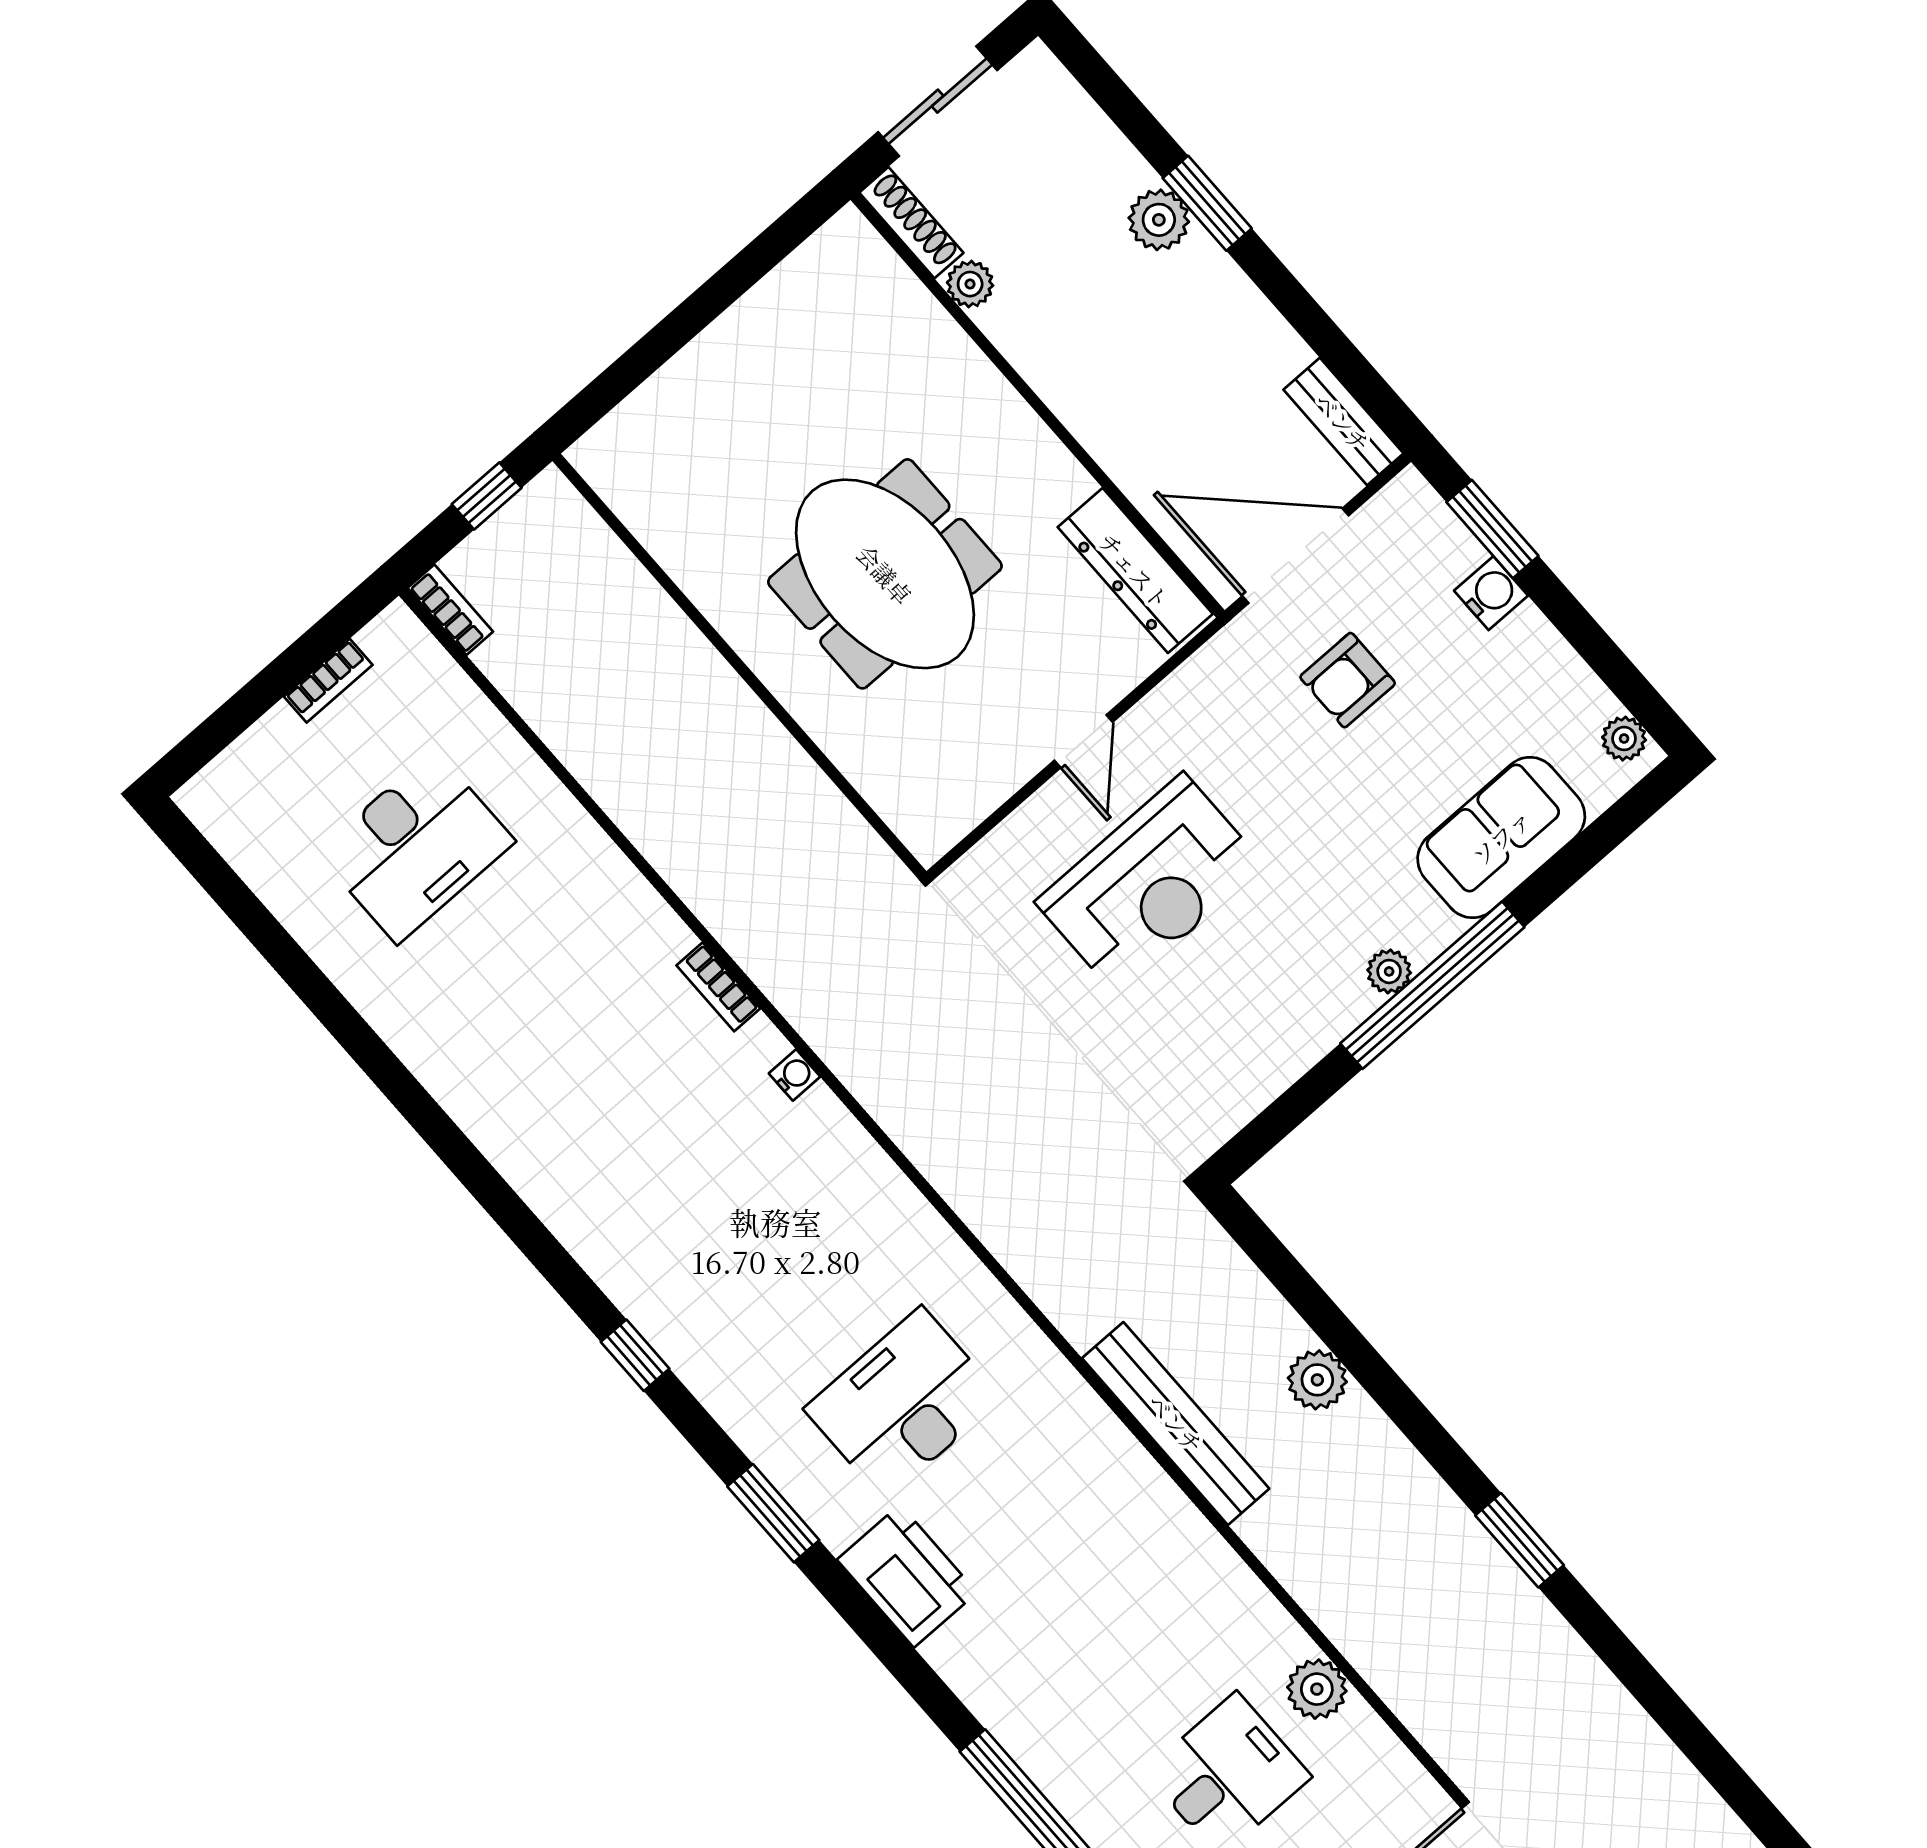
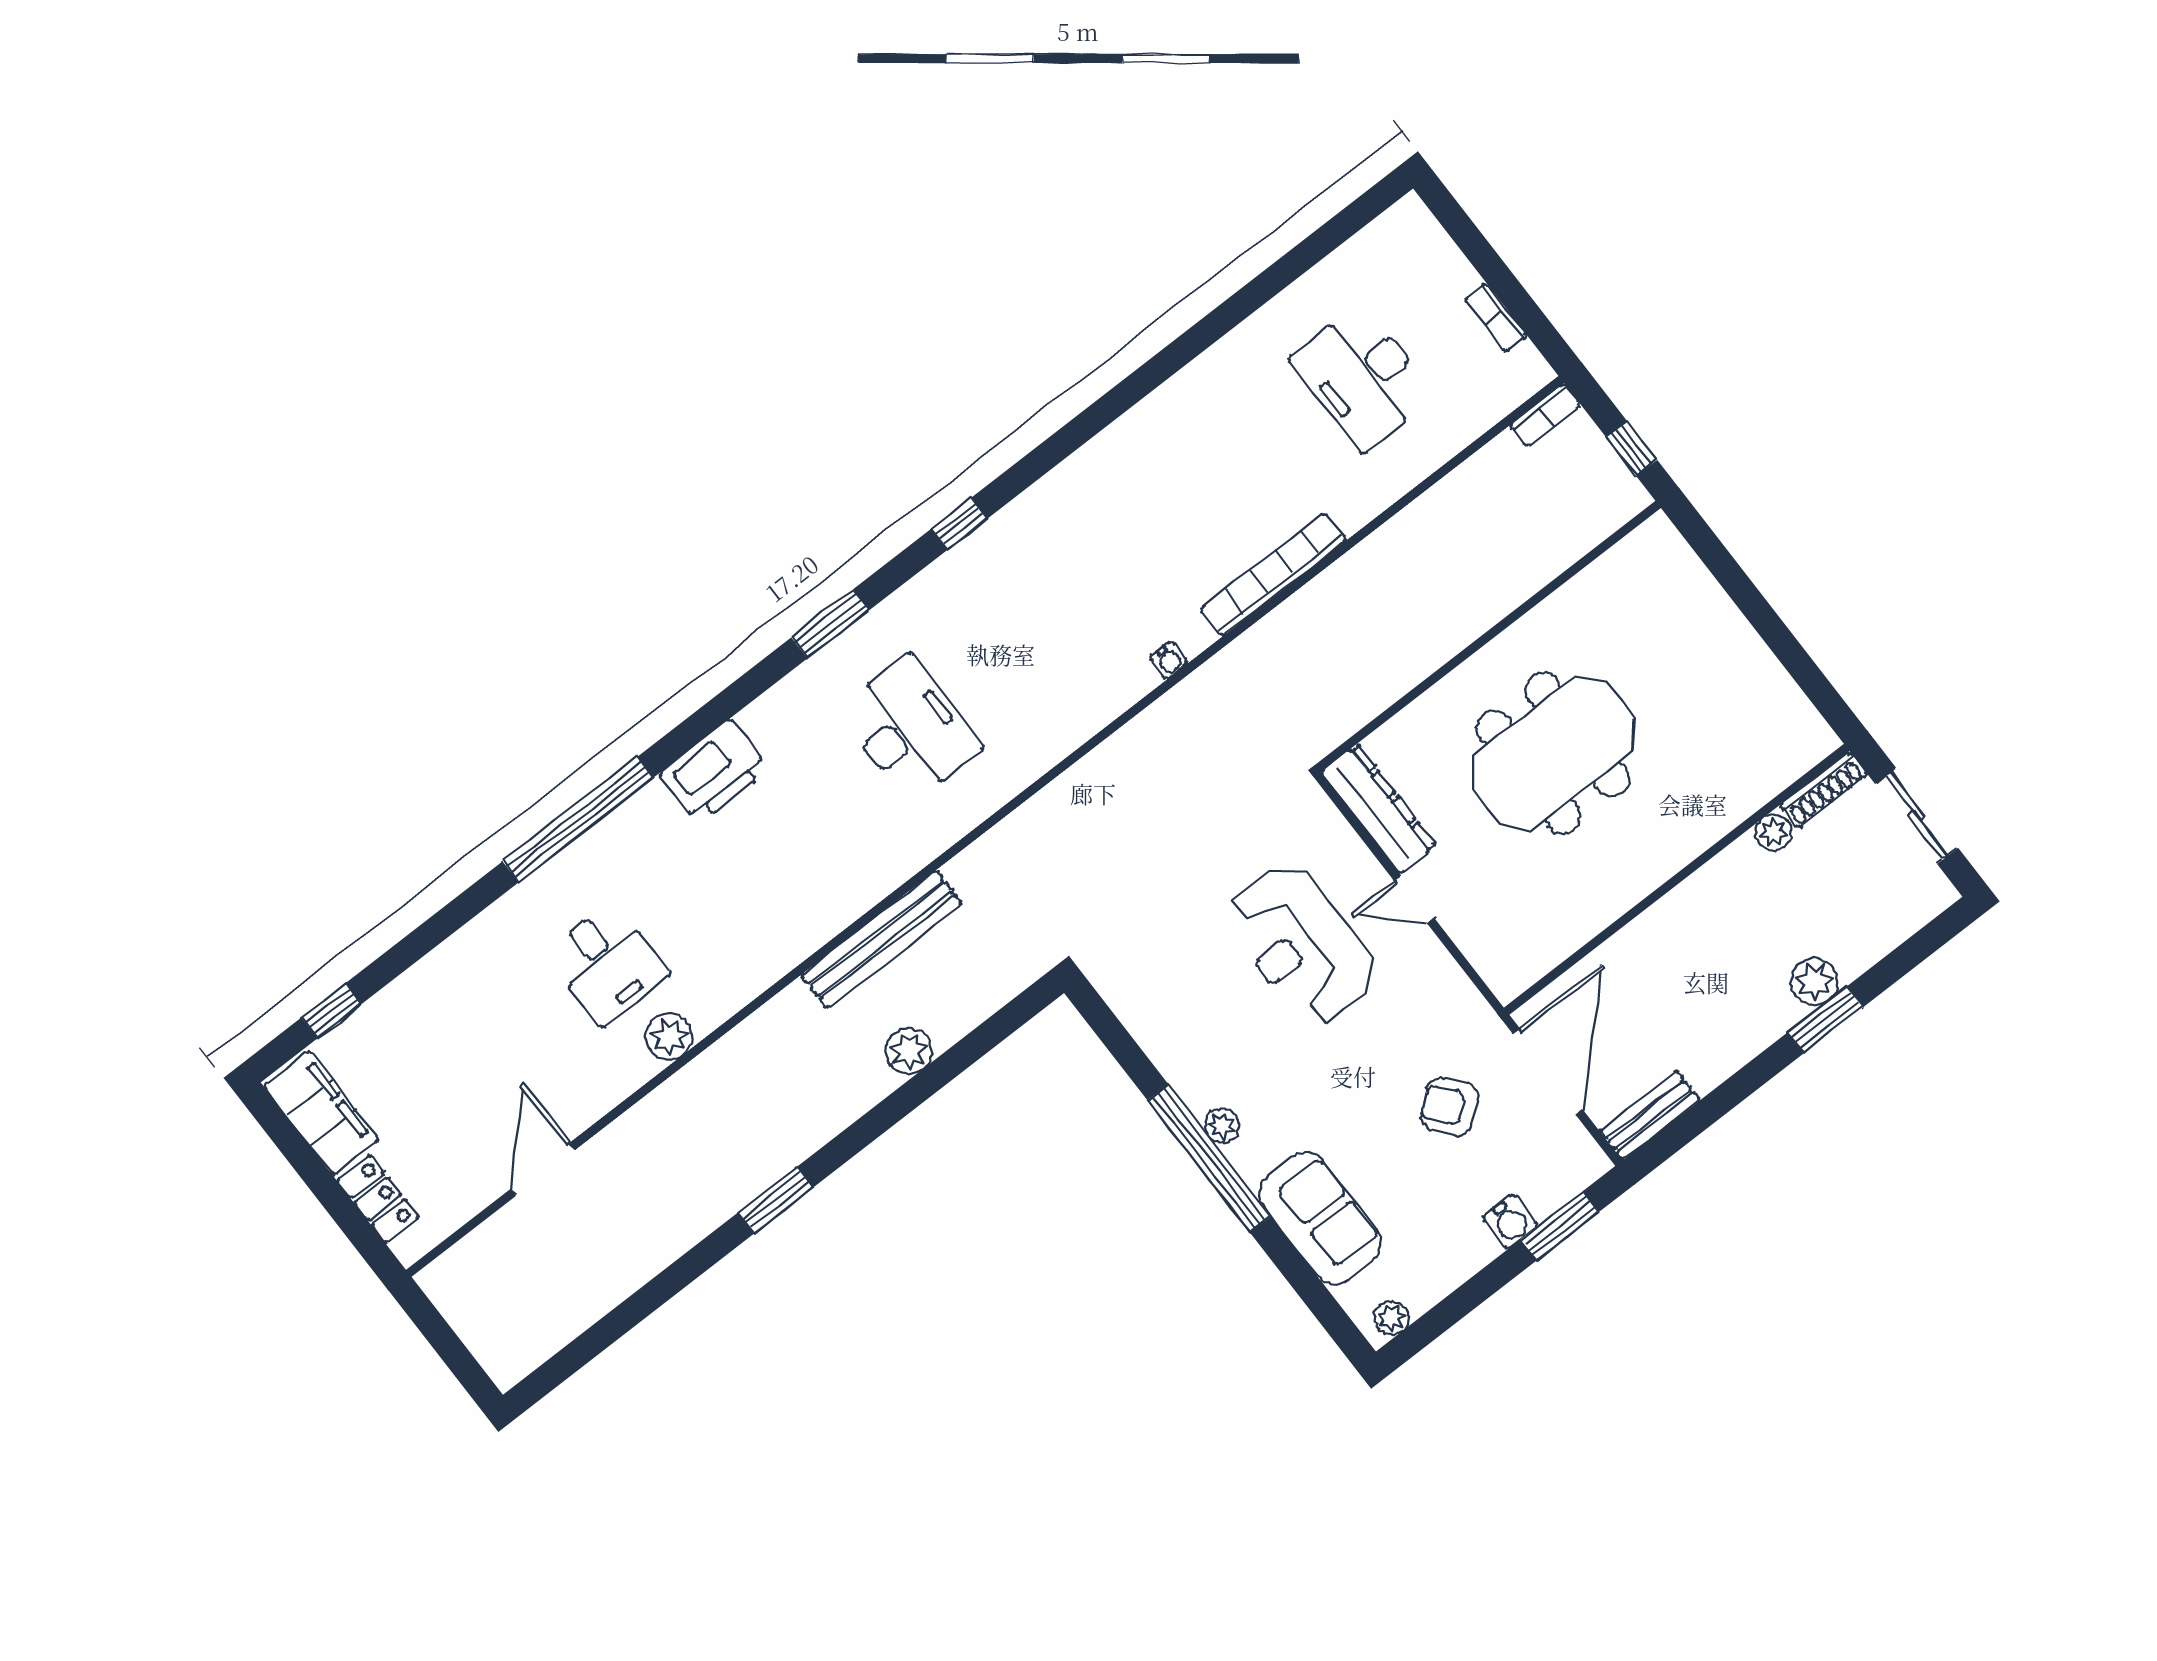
dresser: (1135, 570) -> (1379, 809), moved, turned 90
armchair: (1348, 680) -> (1449, 1107), turned -39
bookcase: (718, 987) -> (1273, 575), width x2.31, depth x1.31
printer: (907, 1576) -> (715, 772), moved

